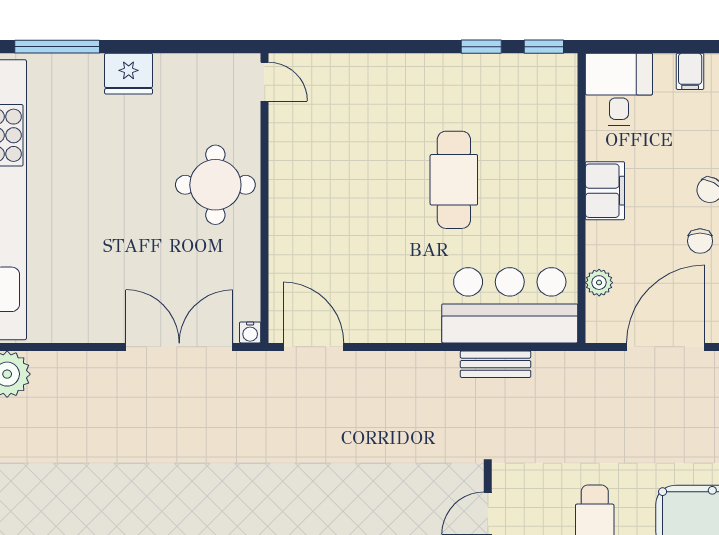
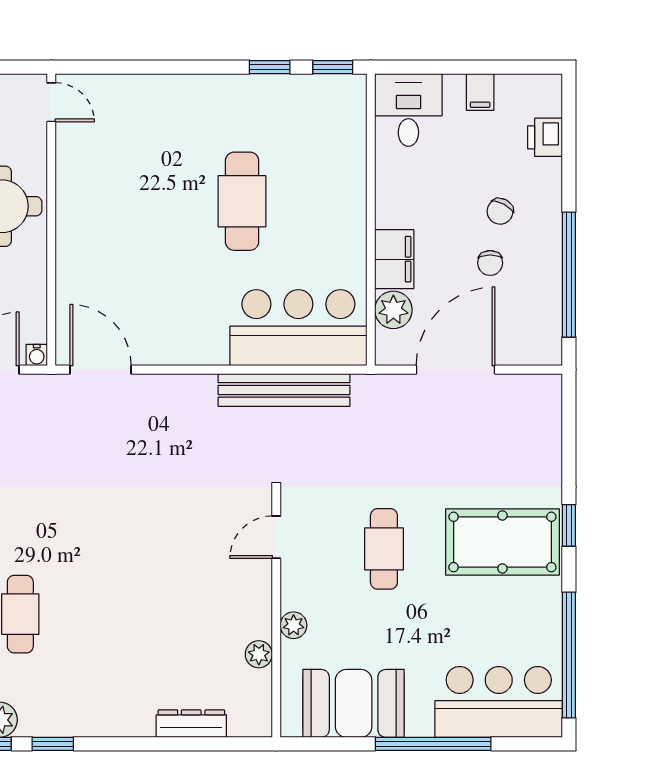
filing cabinet: (605, 191) -> (394, 259), moved
plant: (599, 283) -> (393, 310), width x1.38, depth x1.38
bench: (495, 364) -> (284, 390), width x1.86, depth x1.21

